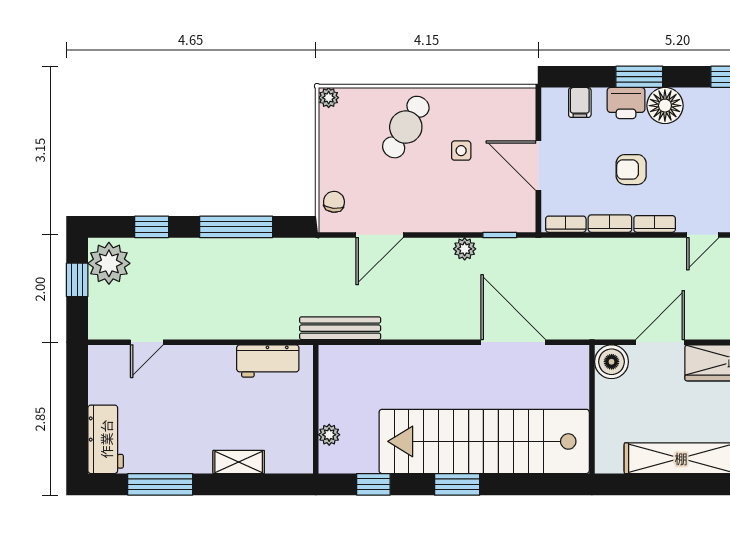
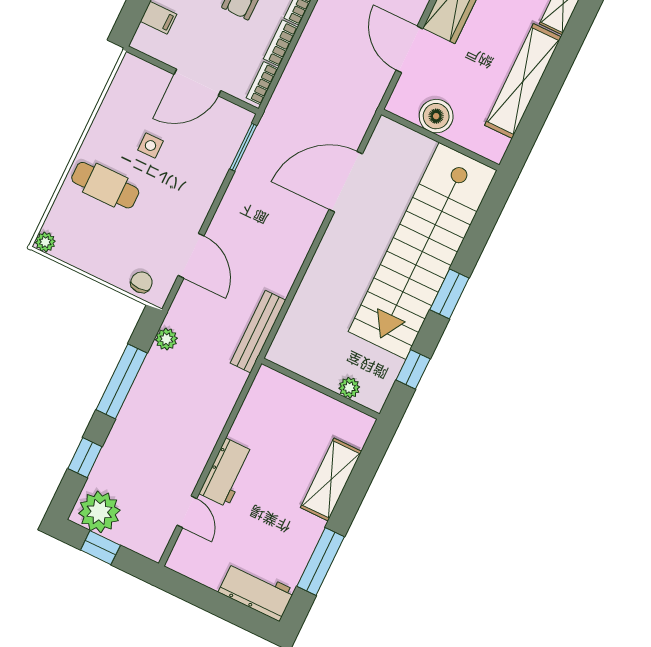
cafe table: (406, 127) -> (105, 185), turned -31
chair: (334, 202) -> (141, 282), turned 84
window: (500, 235) -> (243, 147), width x1.50
plant: (465, 249) -> (166, 339), moved
workbench: (268, 361) -> (227, 473), moved
boiler: (612, 362) -> (436, 116), moved
shelving: (239, 462) -> (331, 479), width x1.50, depth x1.33

